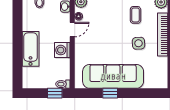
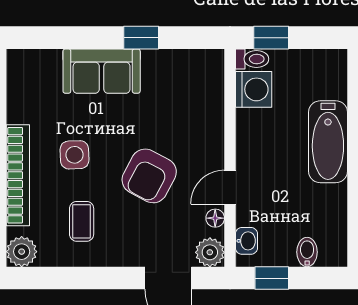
armchair: (107, 34) -> (149, 176), added
washing machine: (62, 50) -> (254, 89), moved
sofa: (113, 76) -> (102, 71), width x0.54, depth x0.79

